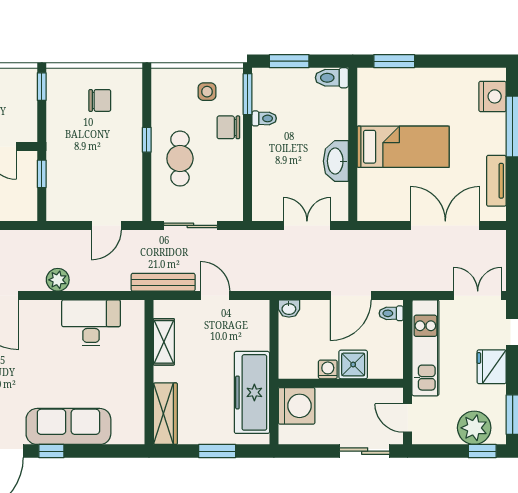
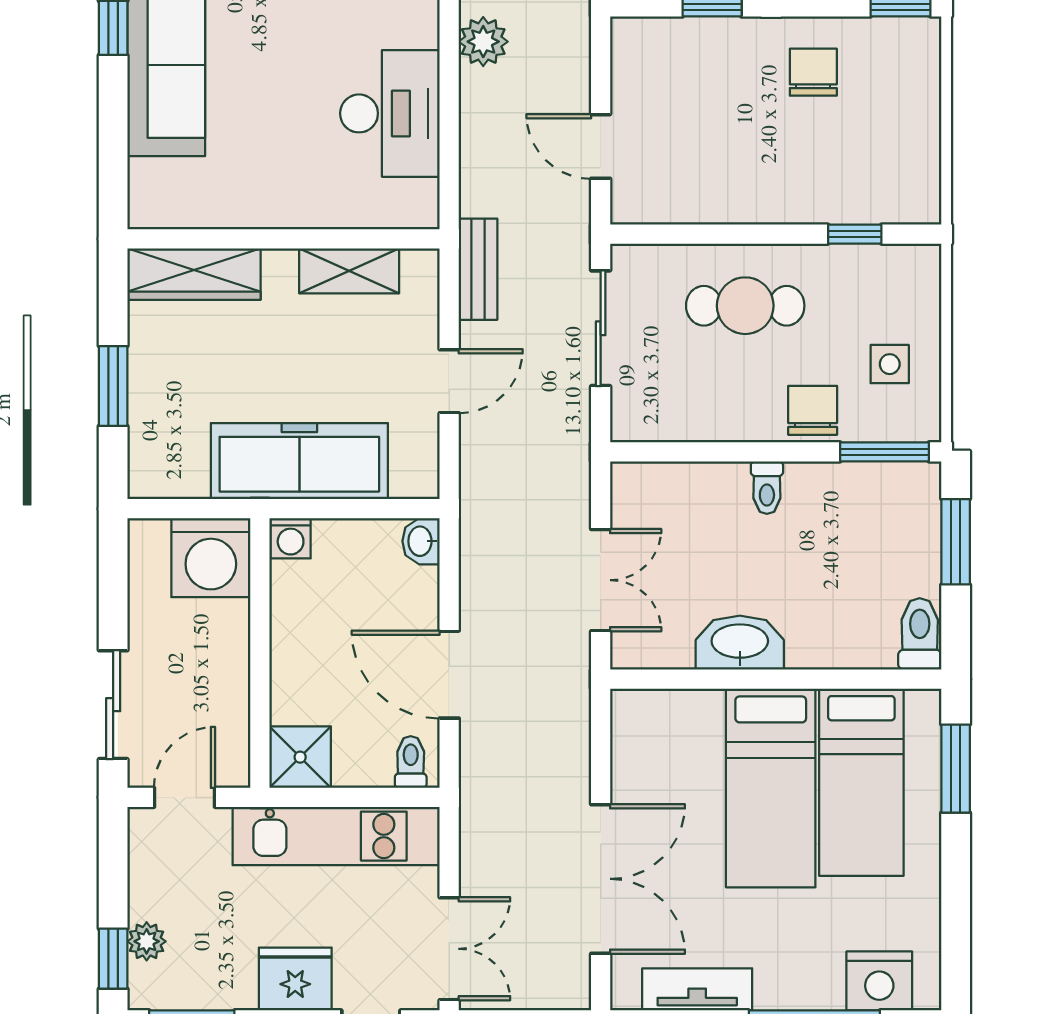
chair: (100, 100) -> (813, 72), moved, turned 180
bed: (401, 105) -> (861, 782), added
toilet: (264, 118) -> (767, 488), moved
window: (147, 140) -> (855, 234), moved
bench: (163, 282) -> (478, 269), width x0.73
shower: (353, 364) -> (300, 757), moved
washing machine: (328, 369) -> (291, 538), moved, turned 90
freezer: (252, 392) -> (299, 461), moved
plant: (474, 428) -> (147, 941), width x0.53, depth x0.53

